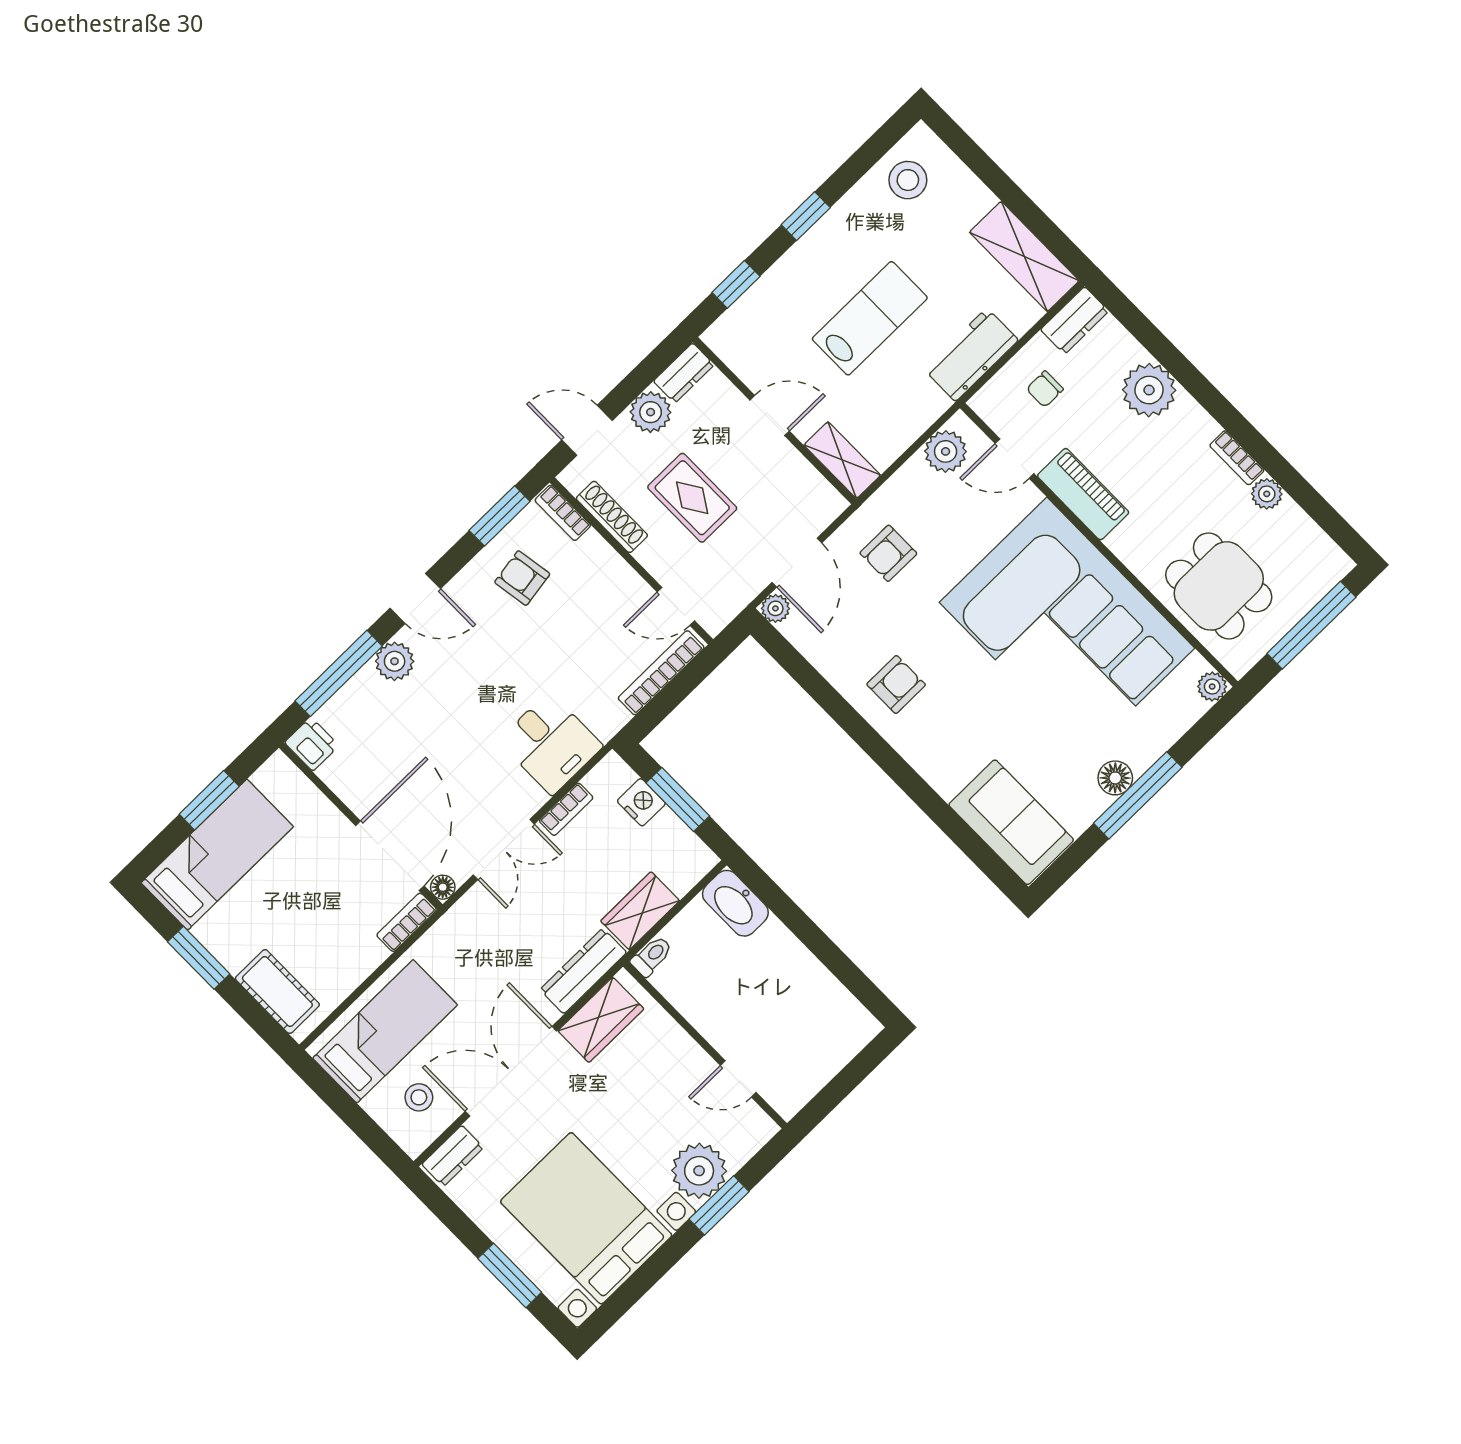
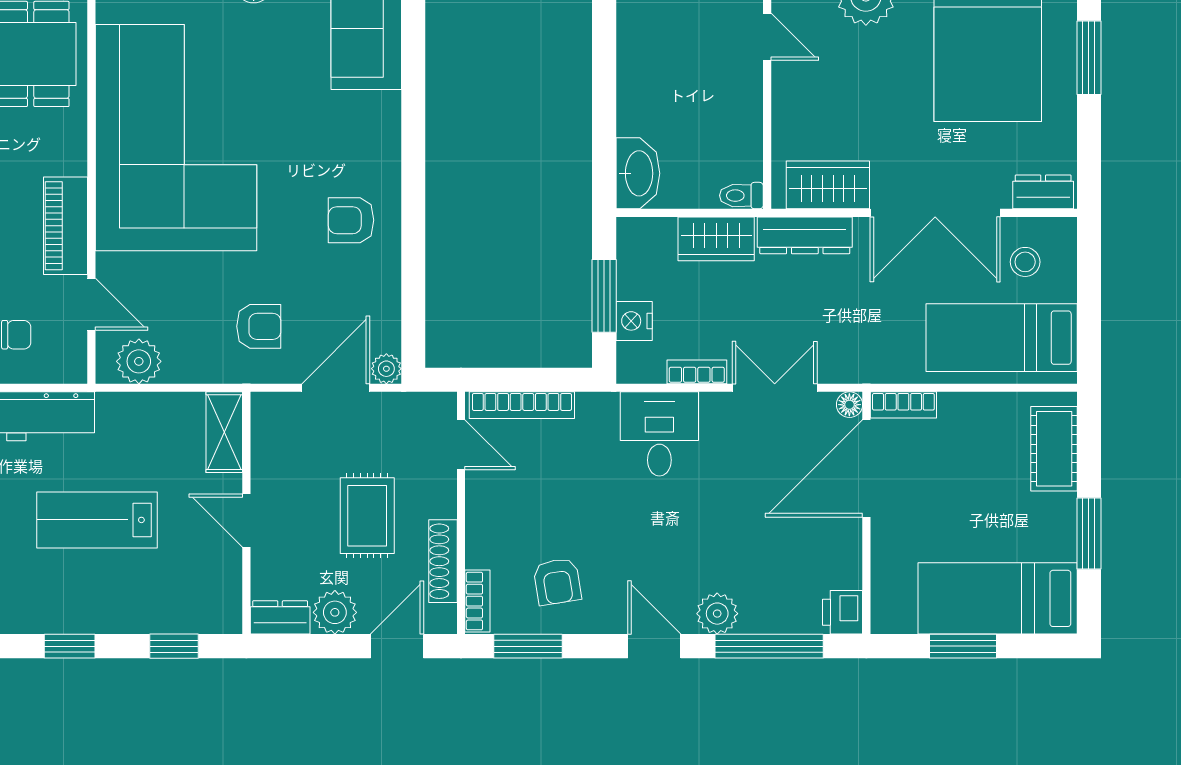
door: (587, 430) -> (397, 646), swing flipped

